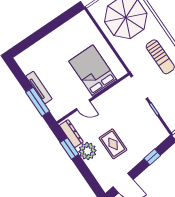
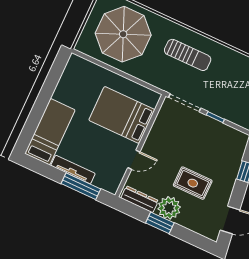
bed: (39, 53) -> (50, 132), added
window: (69, 148) -> (160, 223), moved

